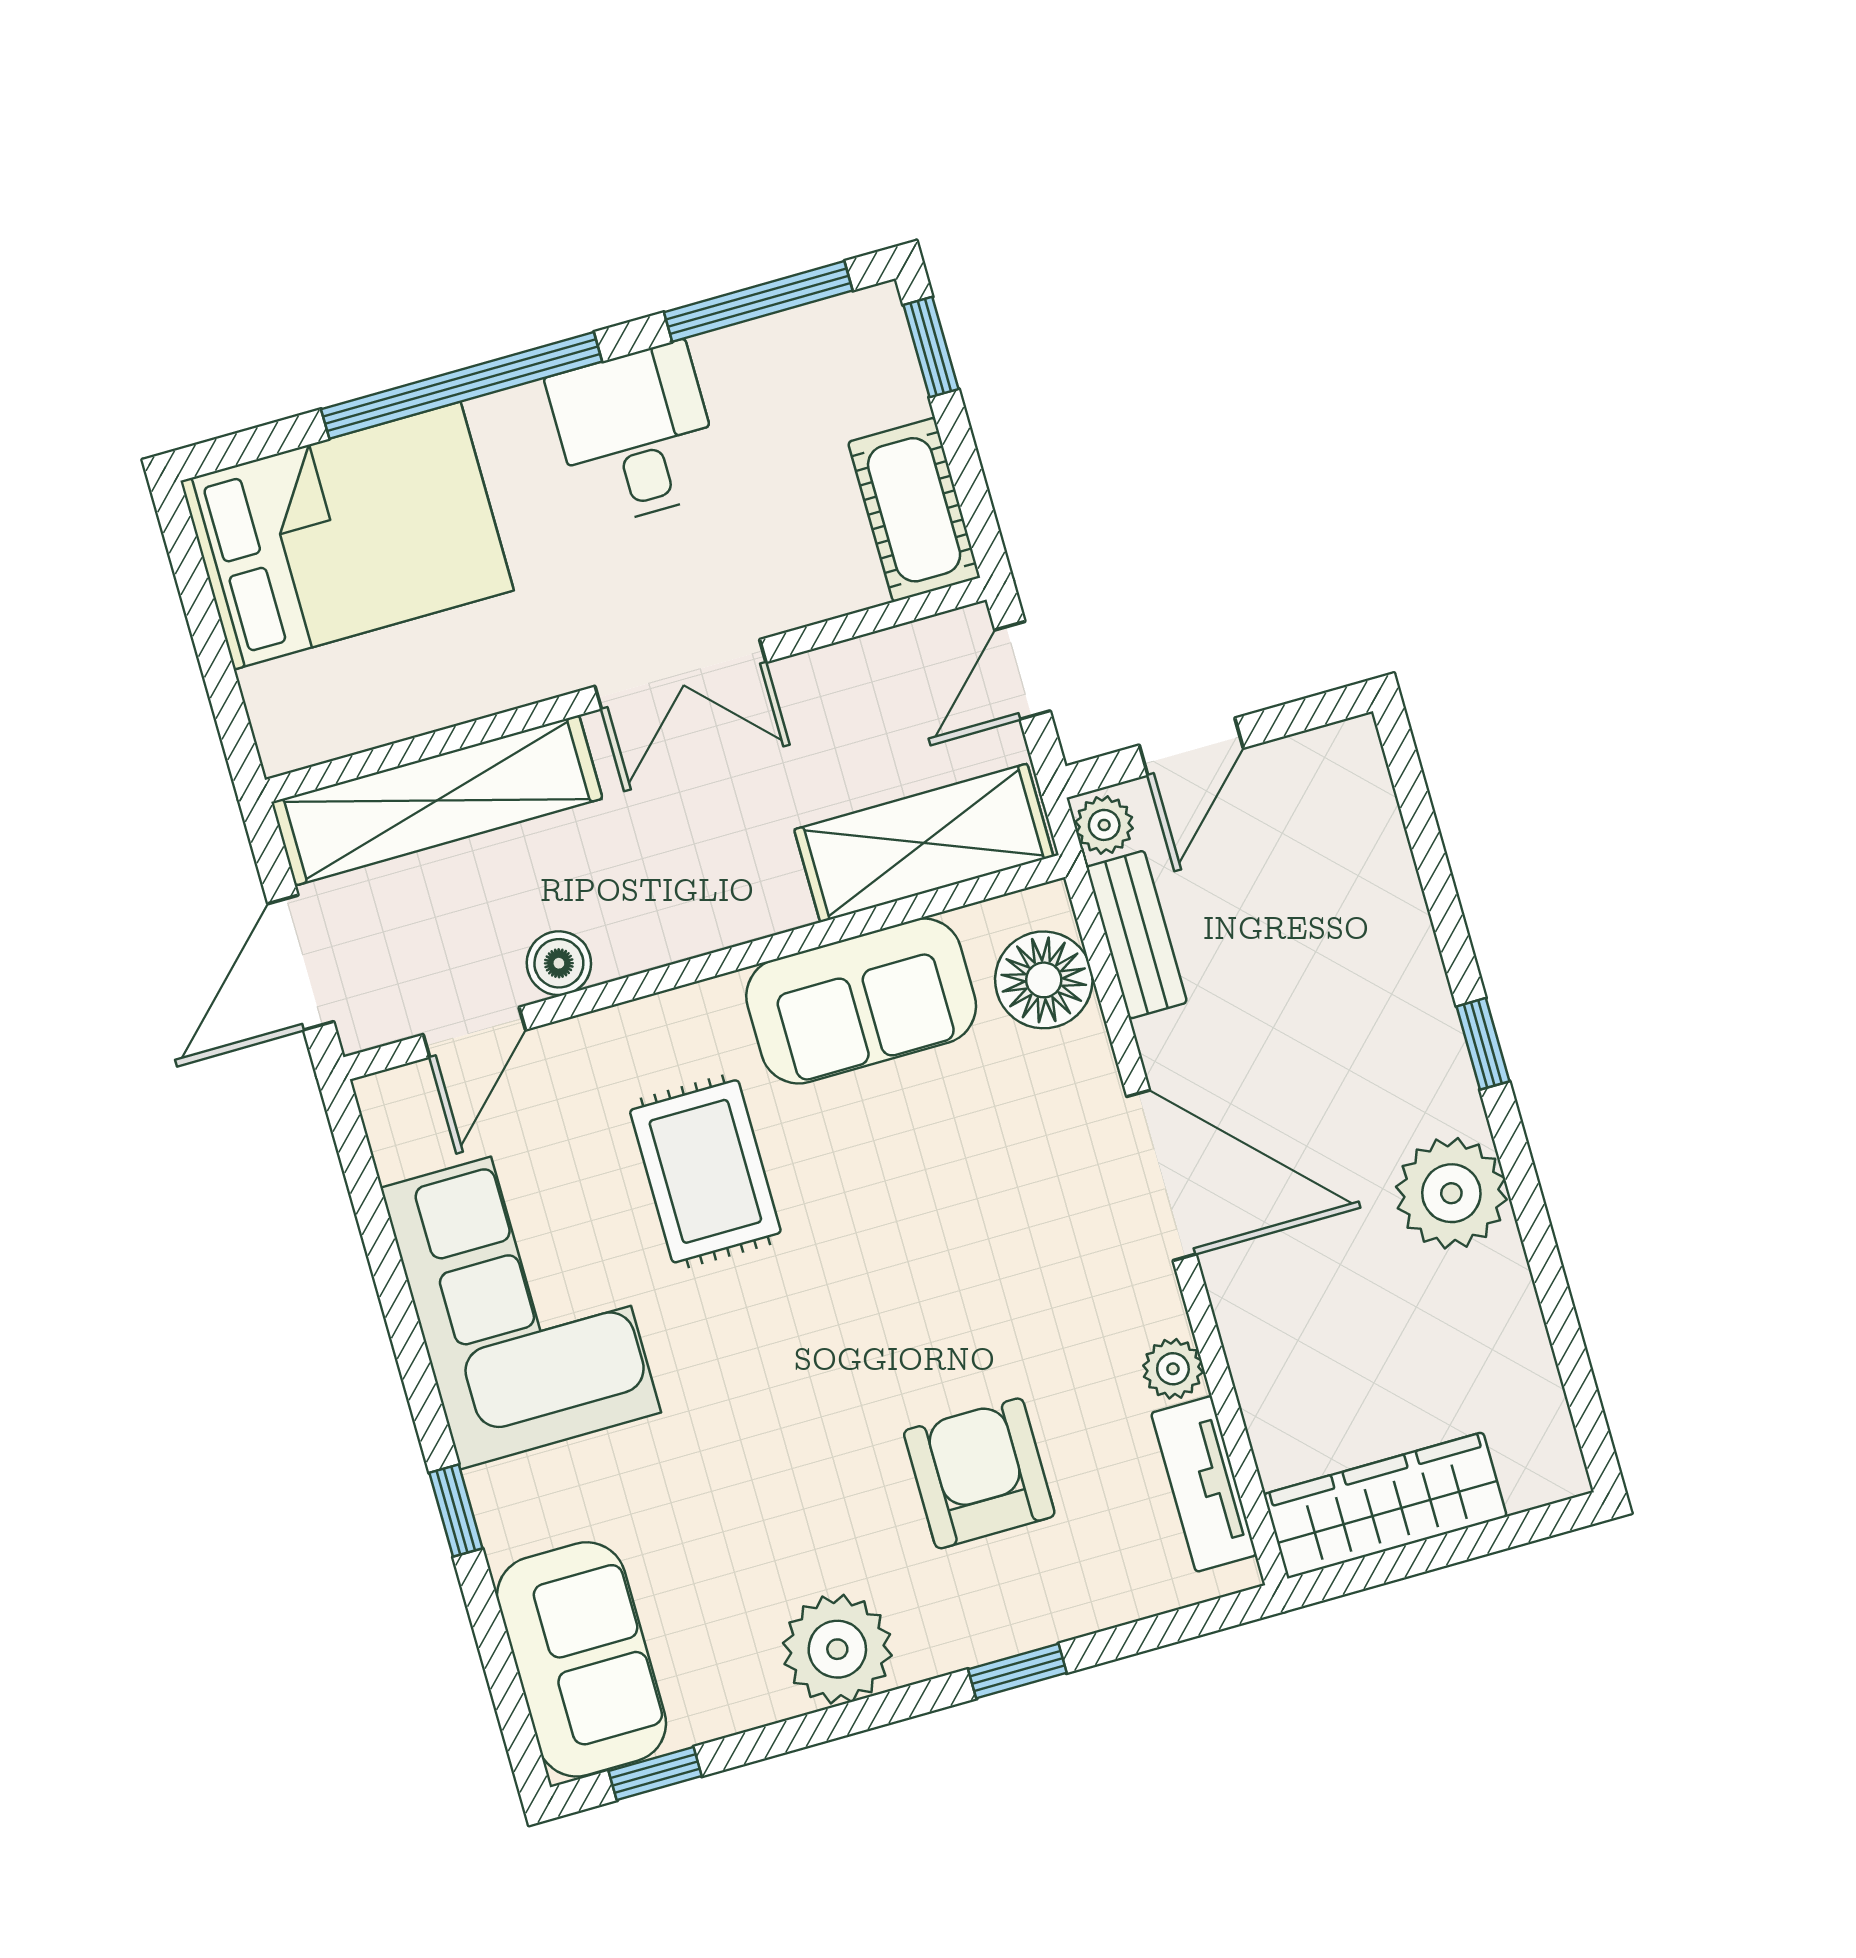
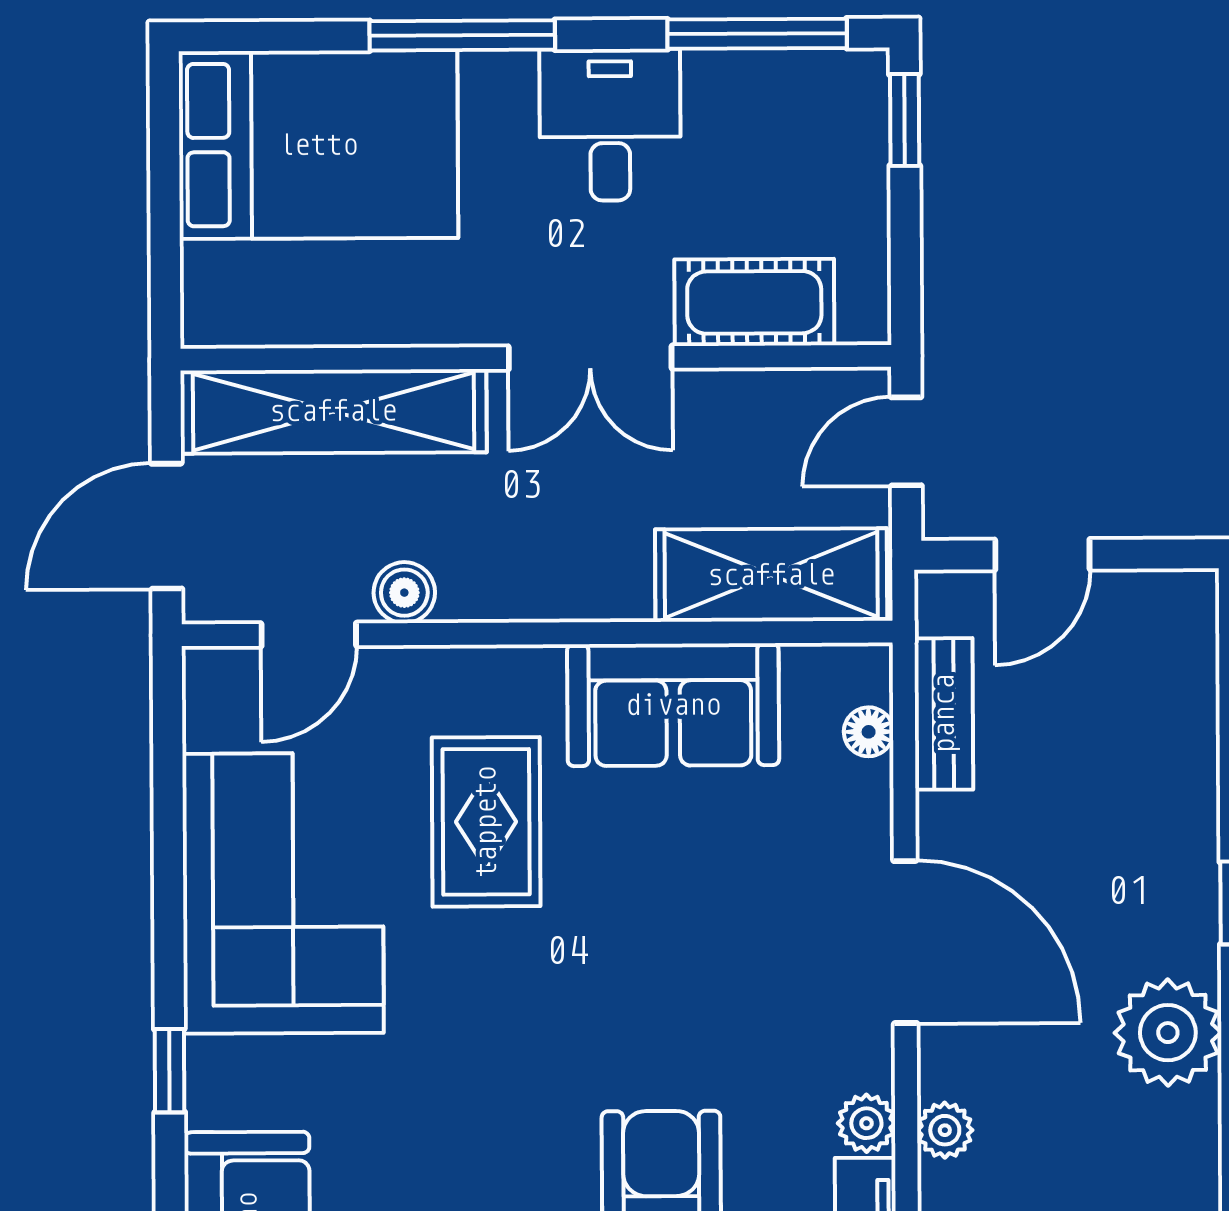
window: (462, 385) -> (462, 35), width x0.68
cot: (914, 510) -> (754, 302), moved, turned 90
plant: (1104, 825) -> (945, 1130), moved
floor lamp: (1044, 980) -> (869, 732), width x0.53, depth x0.53

